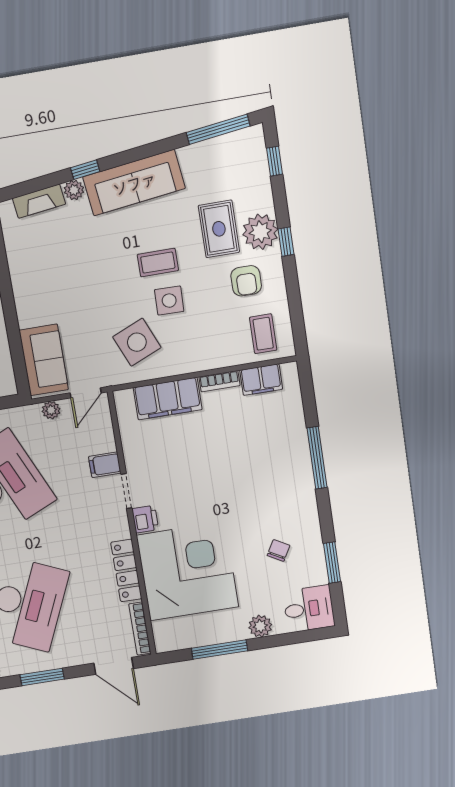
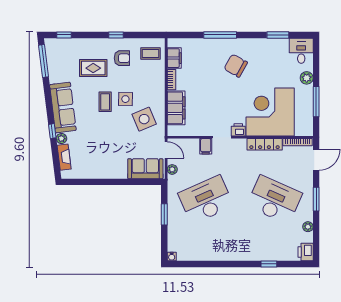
plant: (260, 232) -> (98, 47), removed
window: (286, 242) -> (116, 35), moved
chair: (279, 550) -> (236, 66), moved, width x1.87, depth x1.87

